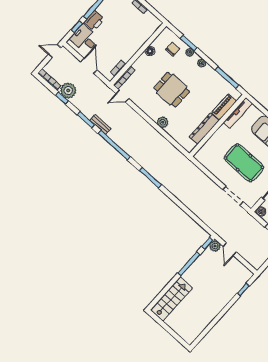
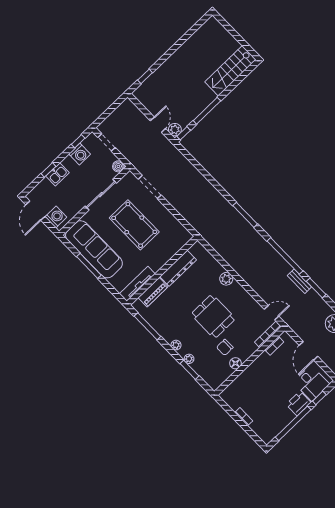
chair: (173, 49) -> (225, 347), moved

